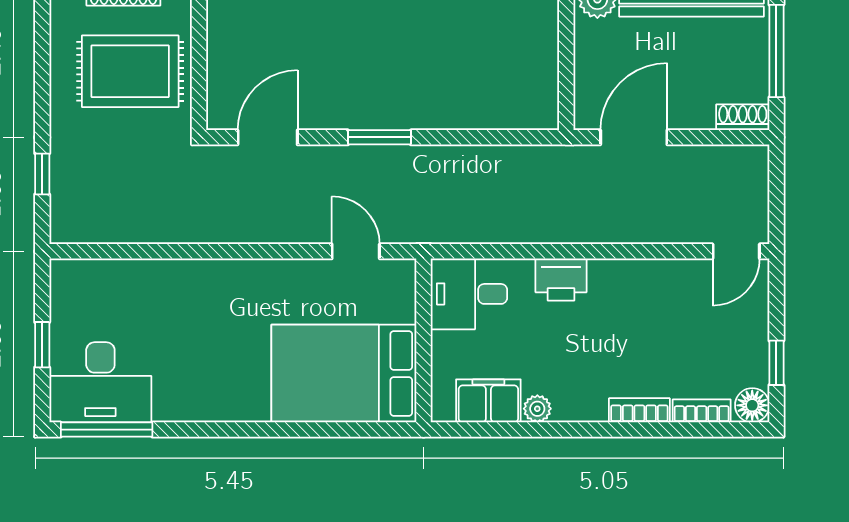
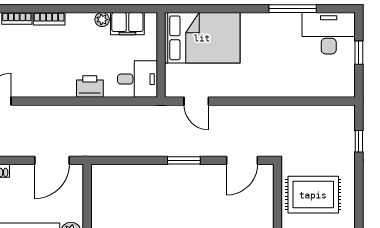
window: (107, 430) -> (293, 9), moved

